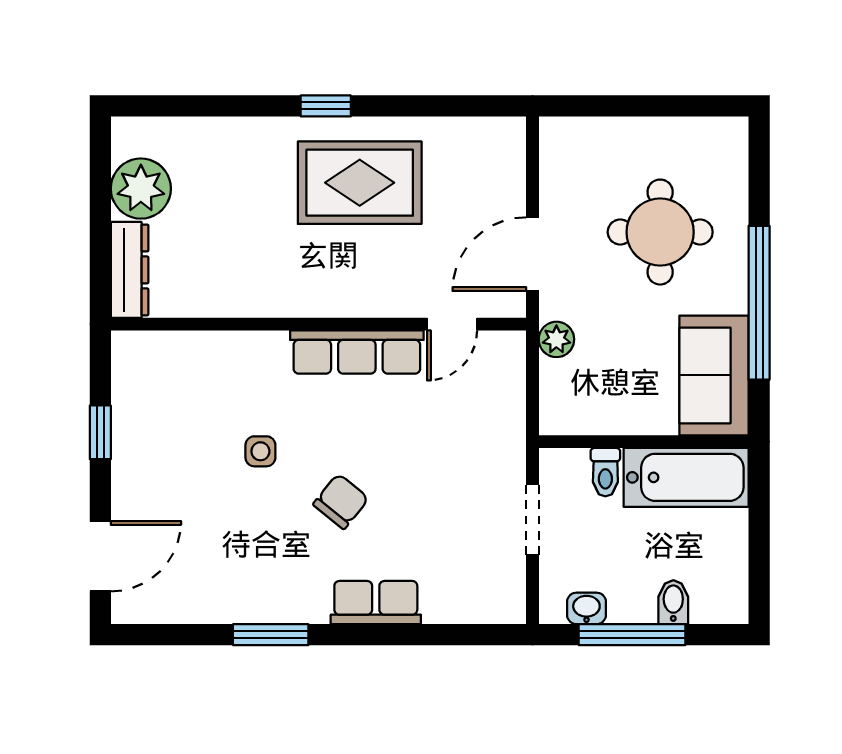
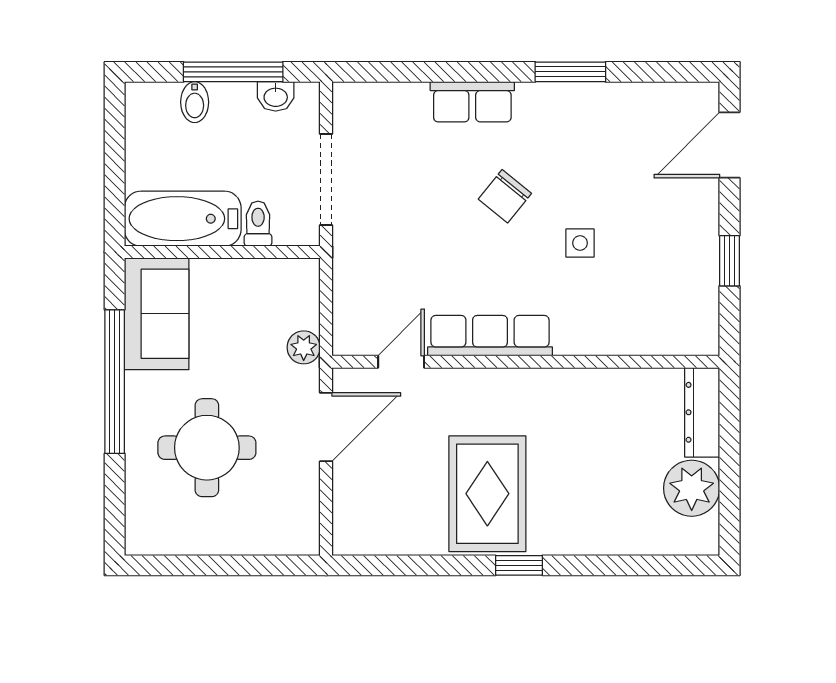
rug: (360, 183) -> (487, 494), turned 90
doorway: (532, 519) -> (326, 180), width x1.38

